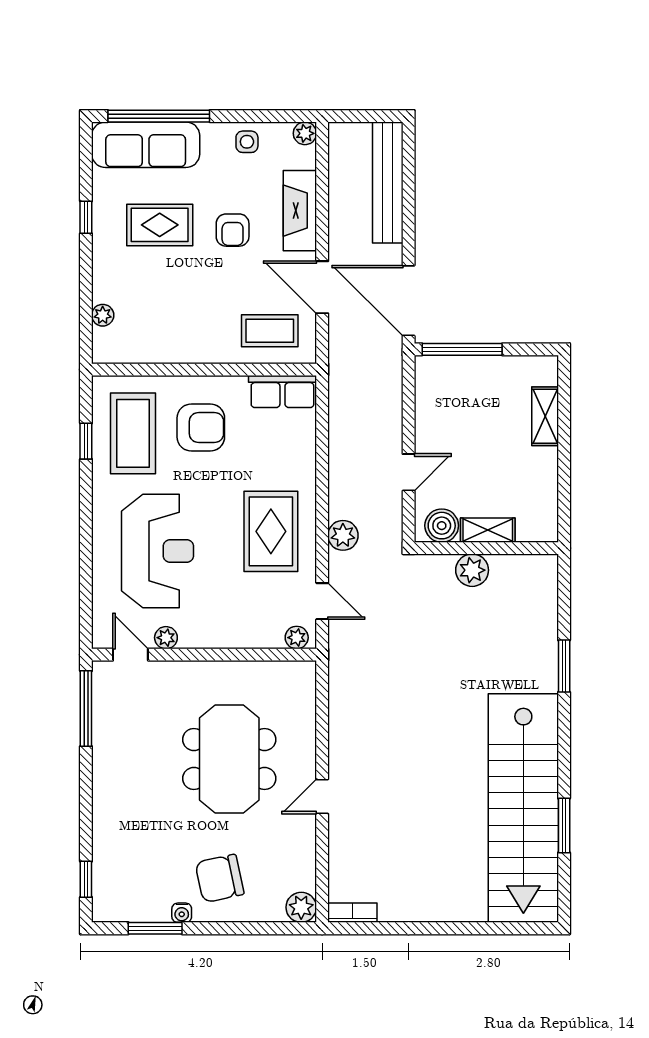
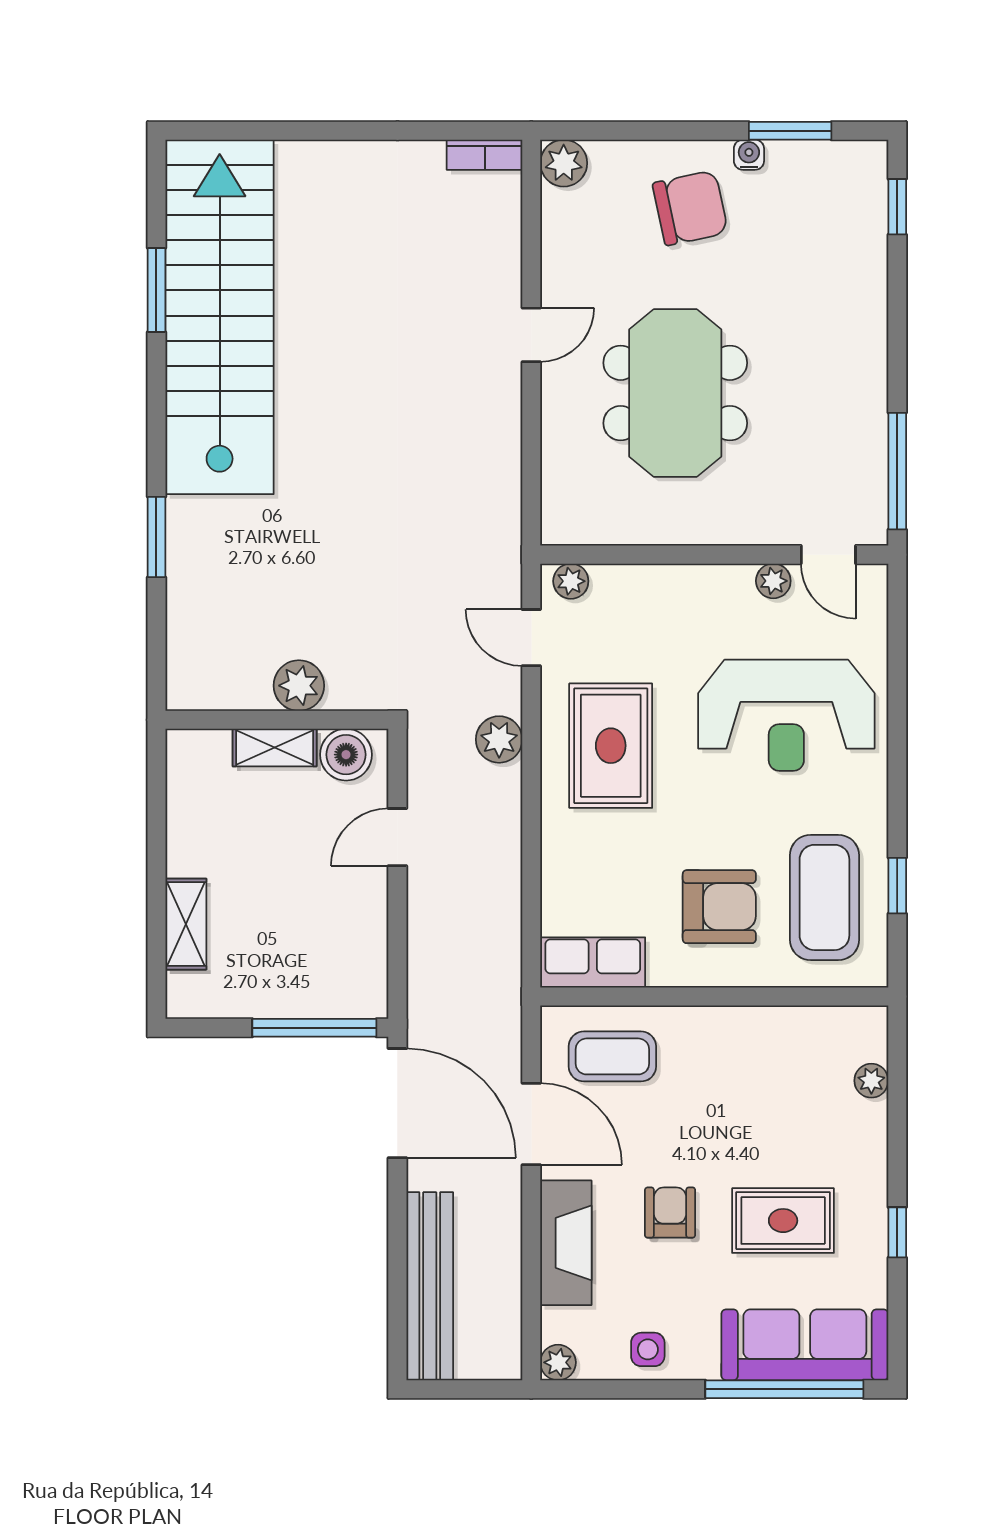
armchair: (201, 428) -> (719, 907), turned 180
reception desk: (158, 551) -> (786, 715), turned -90

